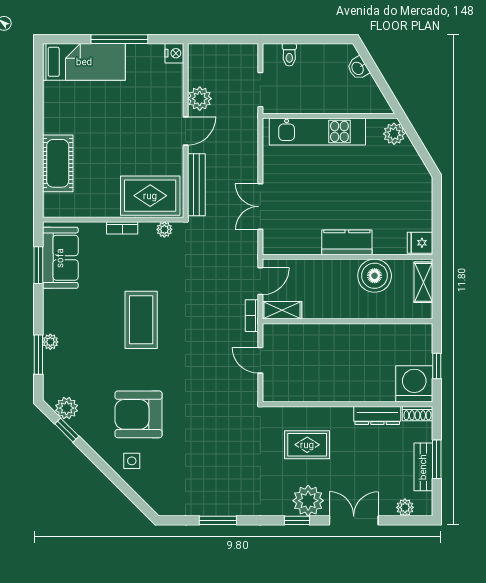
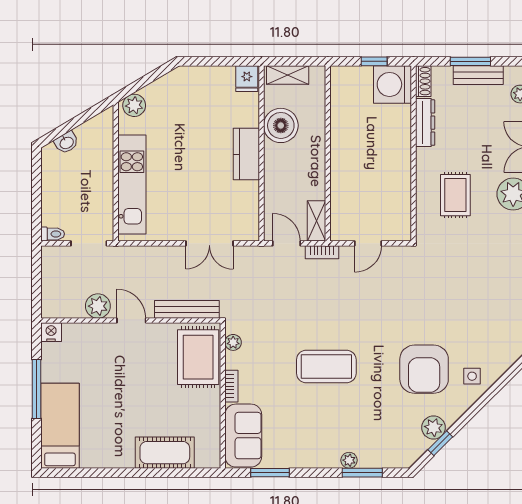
toilet: (289, 55) -> (53, 234), moved
sofa: (60, 258) -> (243, 436), moved, turned 90
plant: (67, 408) -> (433, 428), moved

